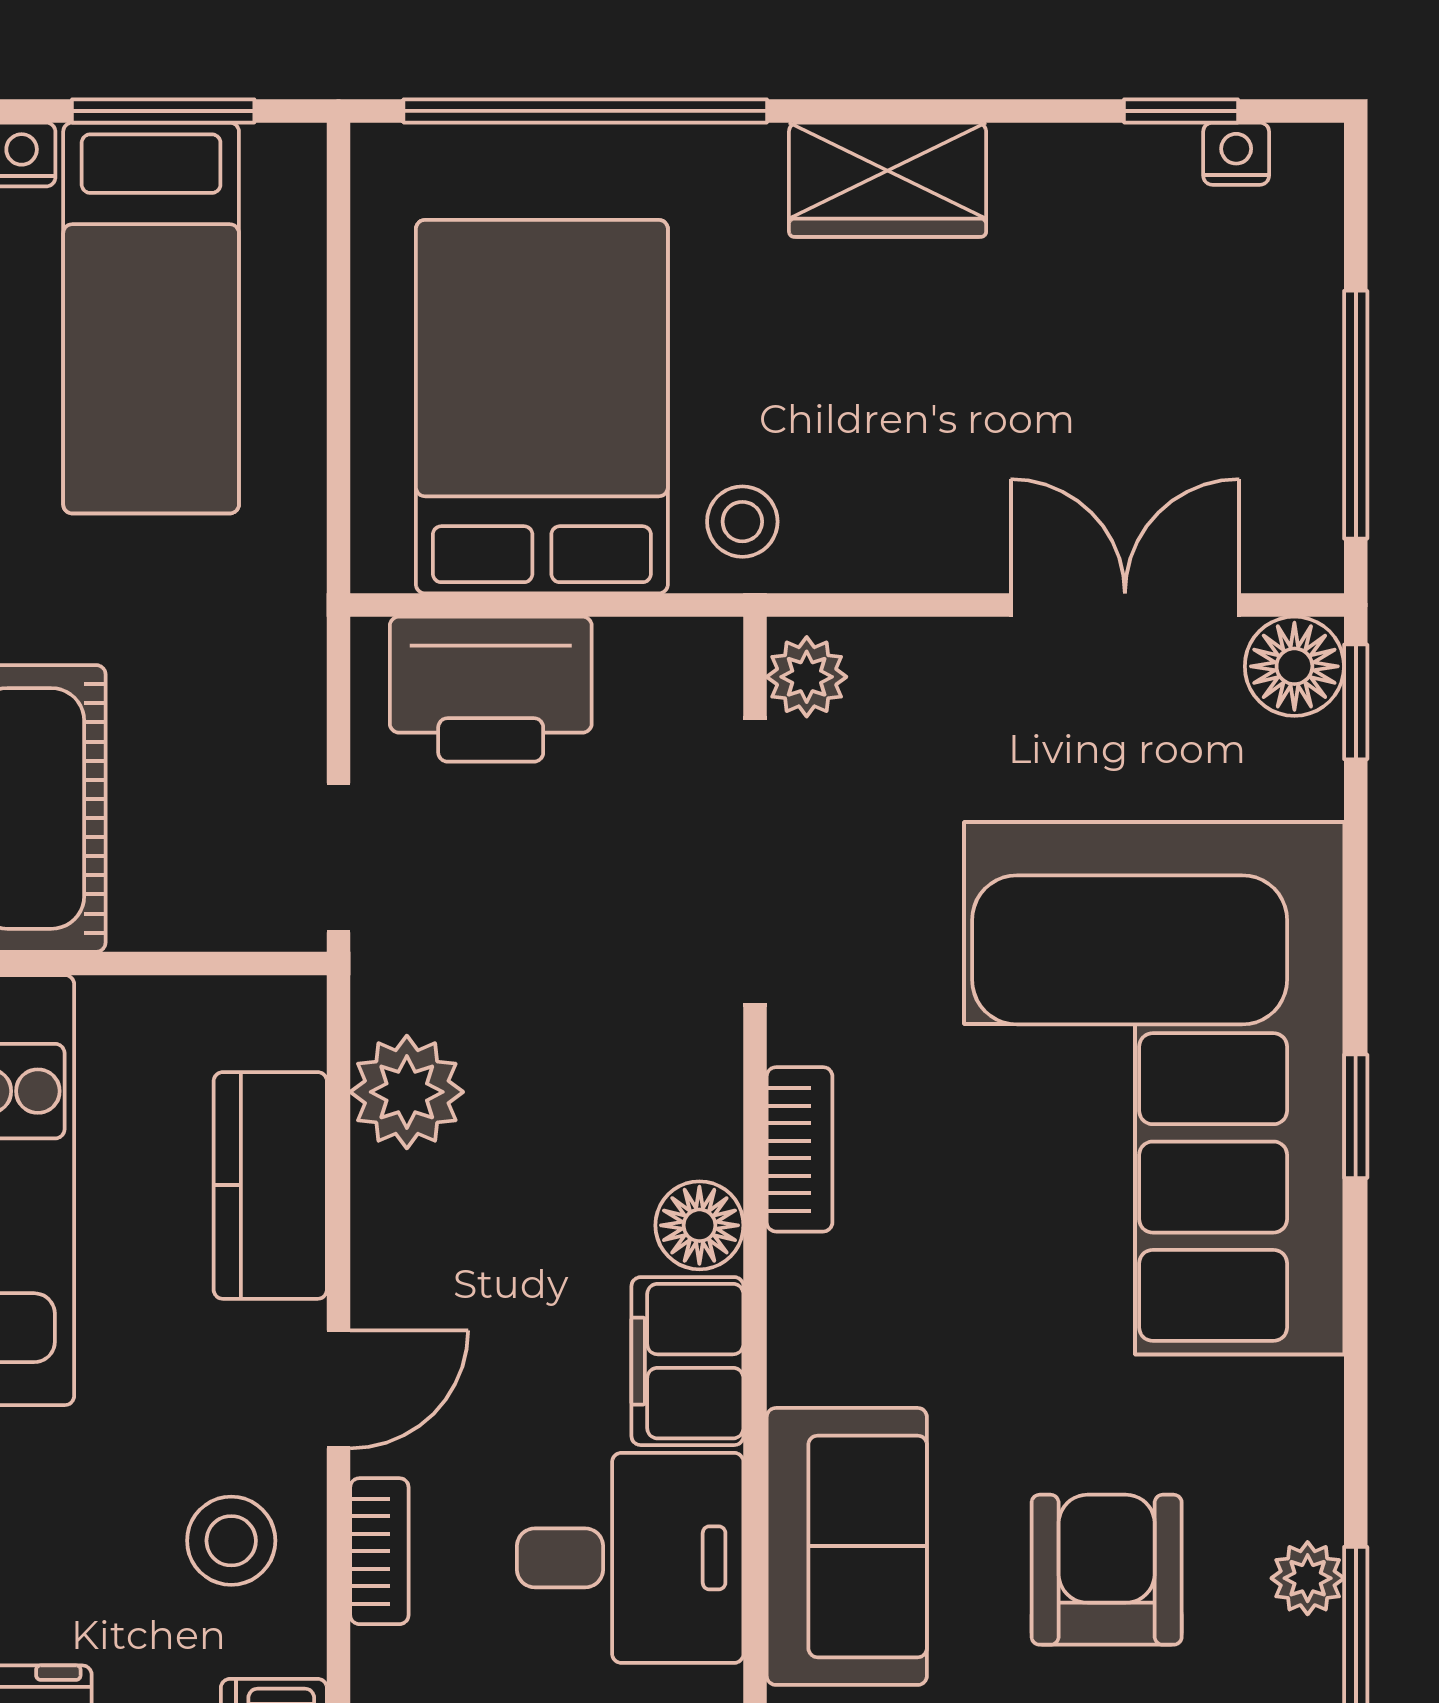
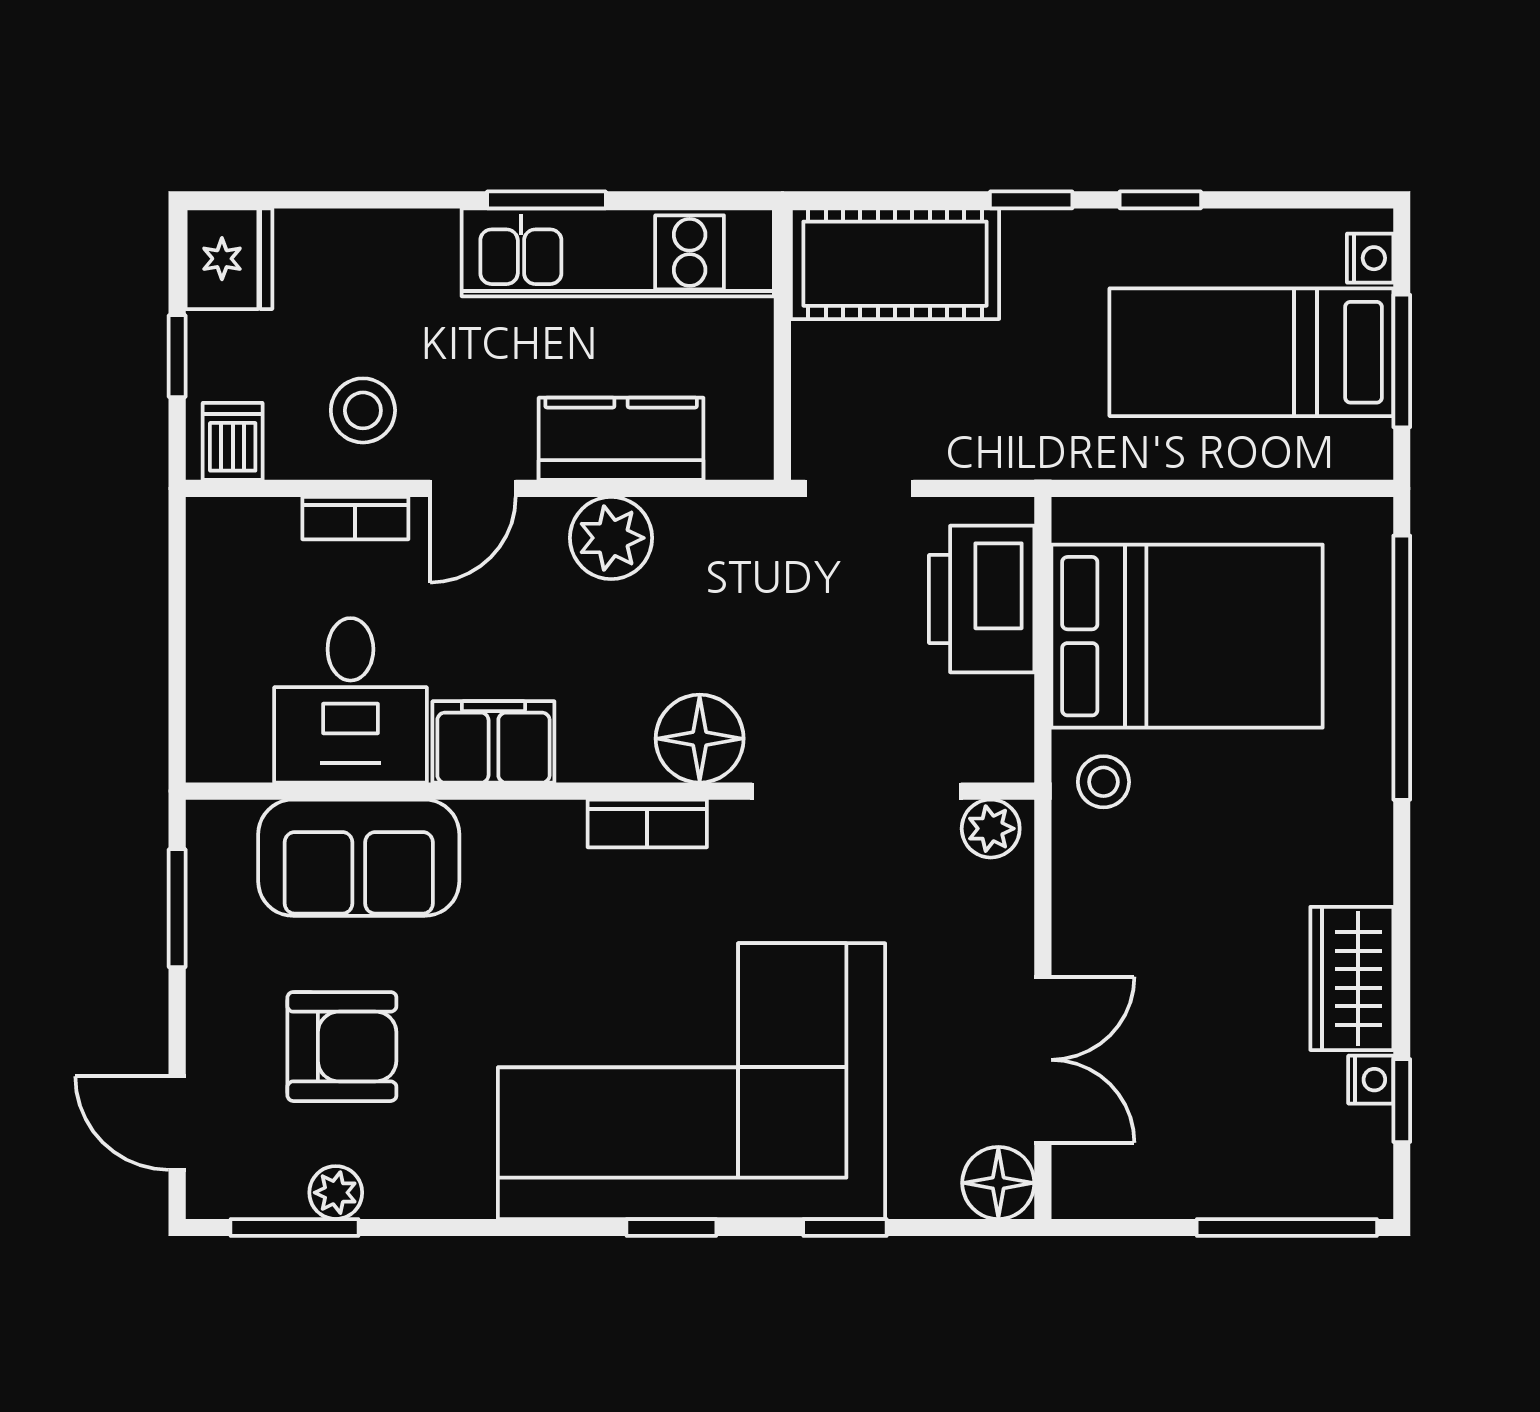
nightstand: (1236, 154) -> (1371, 1080), moved
wardrobe: (888, 180) -> (1352, 978), moved
window: (1356, 415) -> (1287, 1227), moved
window: (1356, 702) -> (845, 1227), moved
plant: (407, 1092) -> (611, 538), moved
floor lamp: (699, 1225) -> (700, 739), moved, width x1.38, depth x1.38
door: (339, 1389) -> (473, 488), hinge flipped

